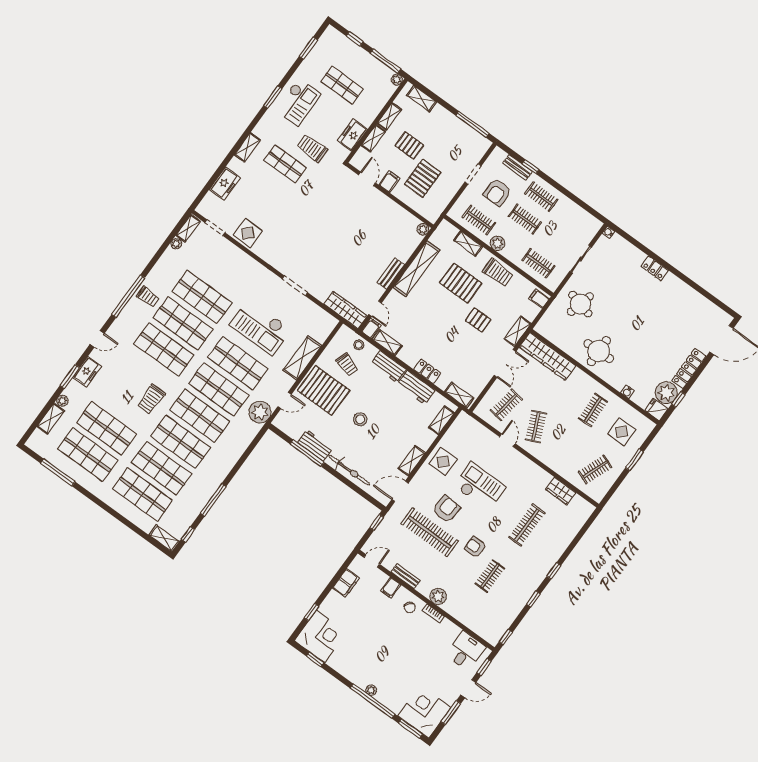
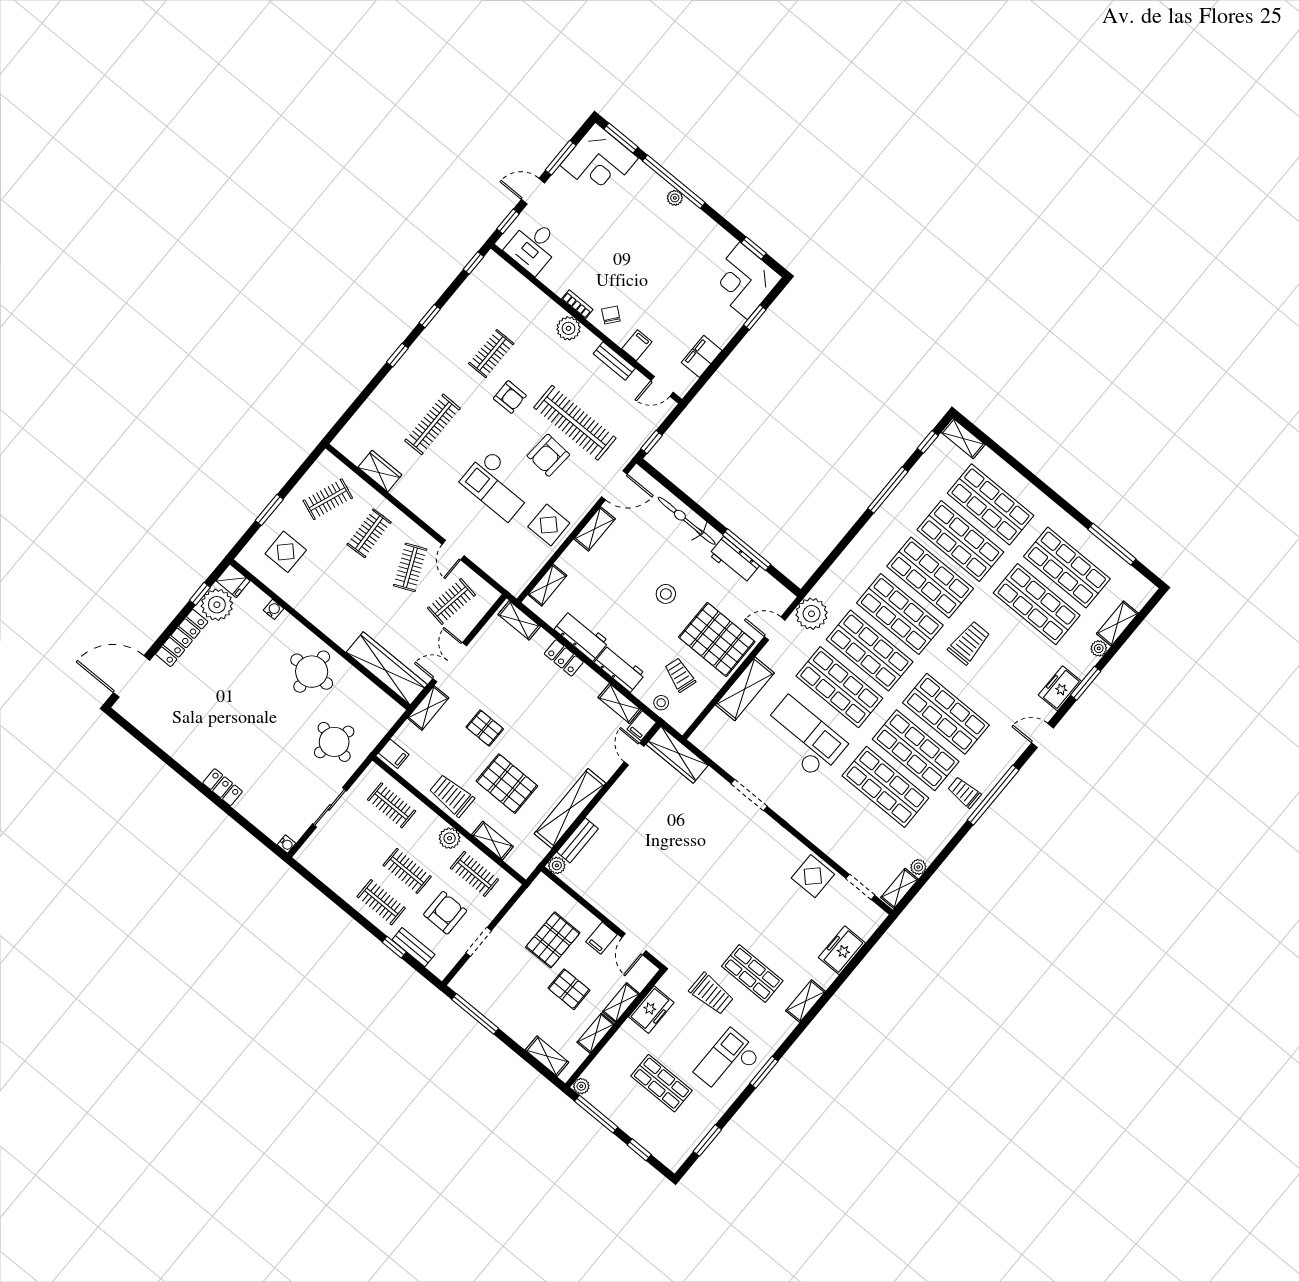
bench: (391, 274) -> (578, 840), moved
clothes rail: (593, 410) -> (369, 533), moved

